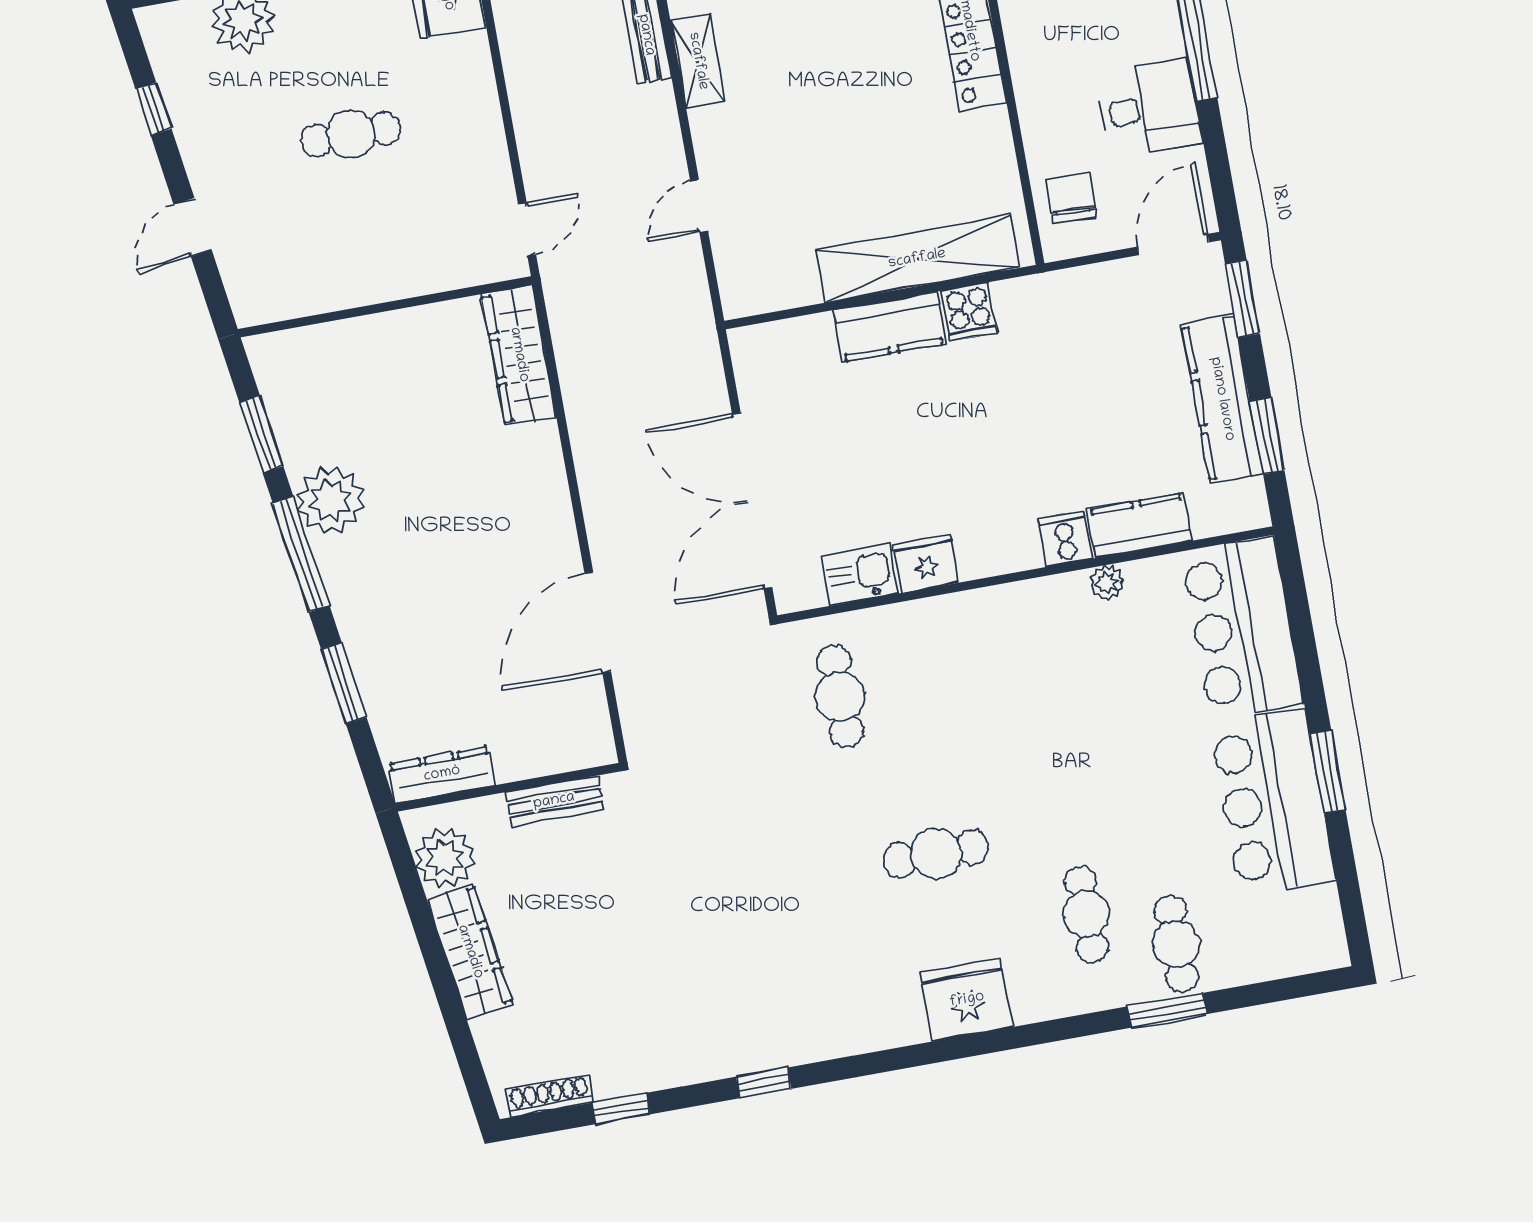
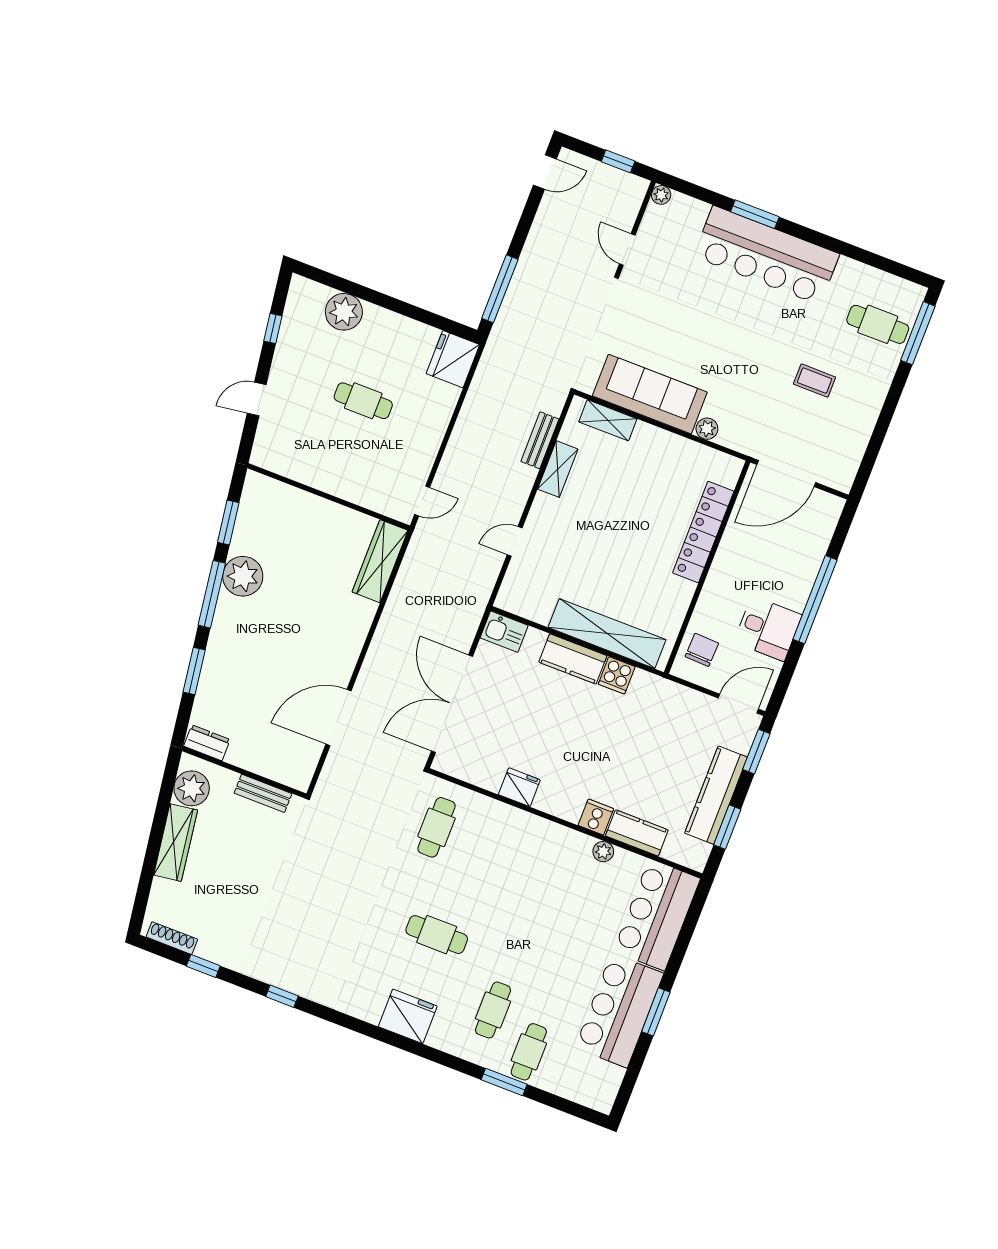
kitchen sink: (860, 575) -> (504, 632), moved, turned 180
dresser: (442, 774) -> (207, 743), width x0.70

